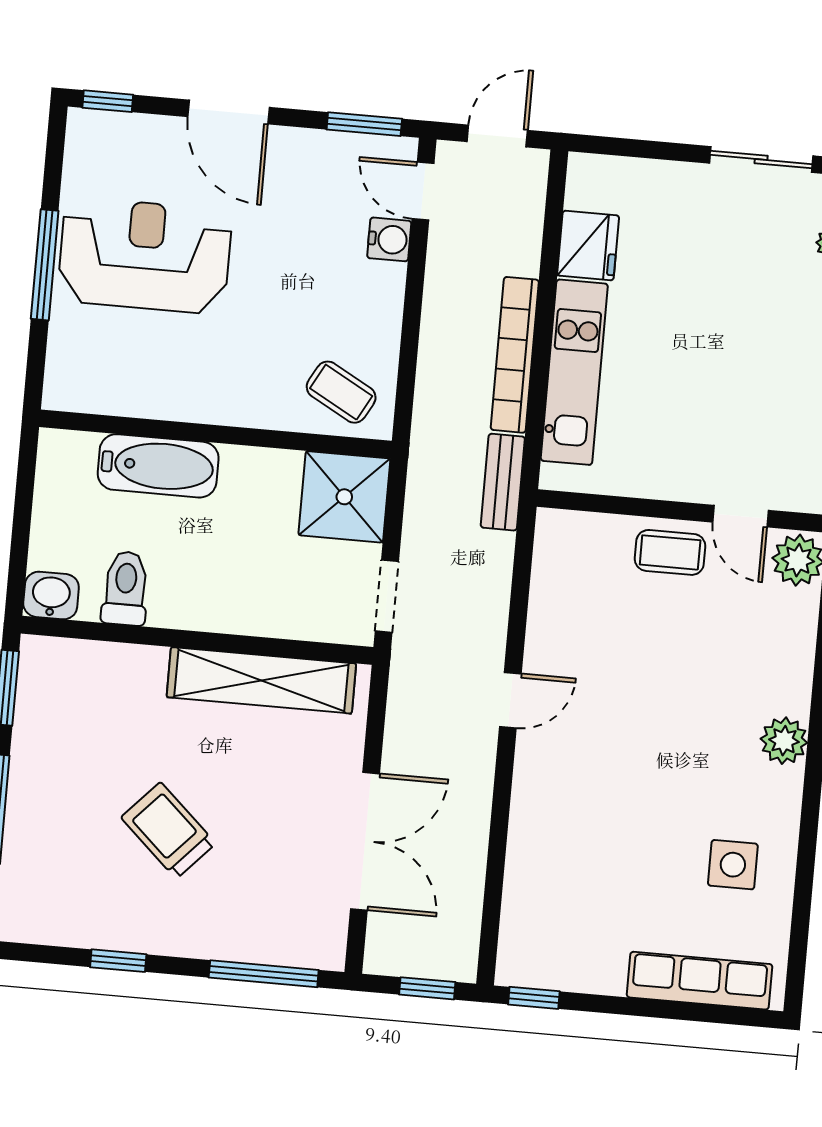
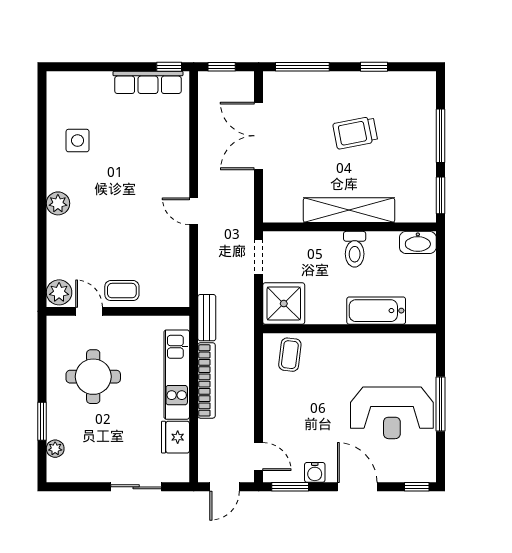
sliding door: (761, 160) -> (136, 487), moved
water cooler: (389, 239) -> (315, 472), moved, turned -90
round table: (744, 383) -> (93, 377), added
coffee table: (341, 392) -> (290, 355), turned 68
toilet: (125, 588) -> (355, 249), moved
washbasin: (51, 596) -> (418, 242), width x1.38
shelving: (261, 680) -> (349, 210), moved
door: (510, 700) -> (194, 211), hinge flipped
trolley: (168, 830) -> (355, 133), turned 126
row of seats: (700, 981) -> (148, 82), moved

